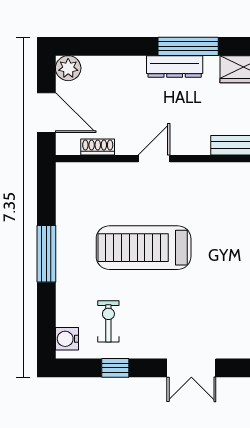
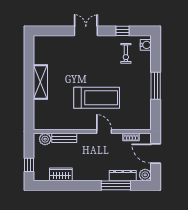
window: (188, 46) -> (116, 185), moved
dresser: (175, 67) -> (123, 176), moved
door: (154, 159) -> (104, 132), swing flipped
treadmill: (144, 248) -> (97, 98), moved

